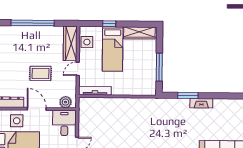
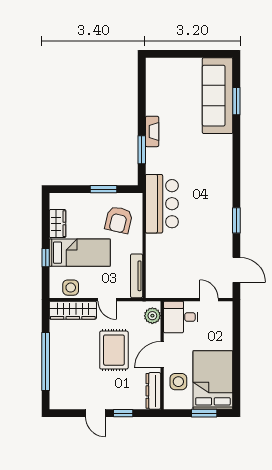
wardrobe: (139, 33) -> (58, 224), width x0.67
window: (159, 67) -> (104, 189), width x0.69
rug: (40, 73) -> (114, 350), width x1.36, depth x1.43
armchair: (136, 78) -> (119, 220), added
bar counter: (148, 110) -> (162, 204), added

